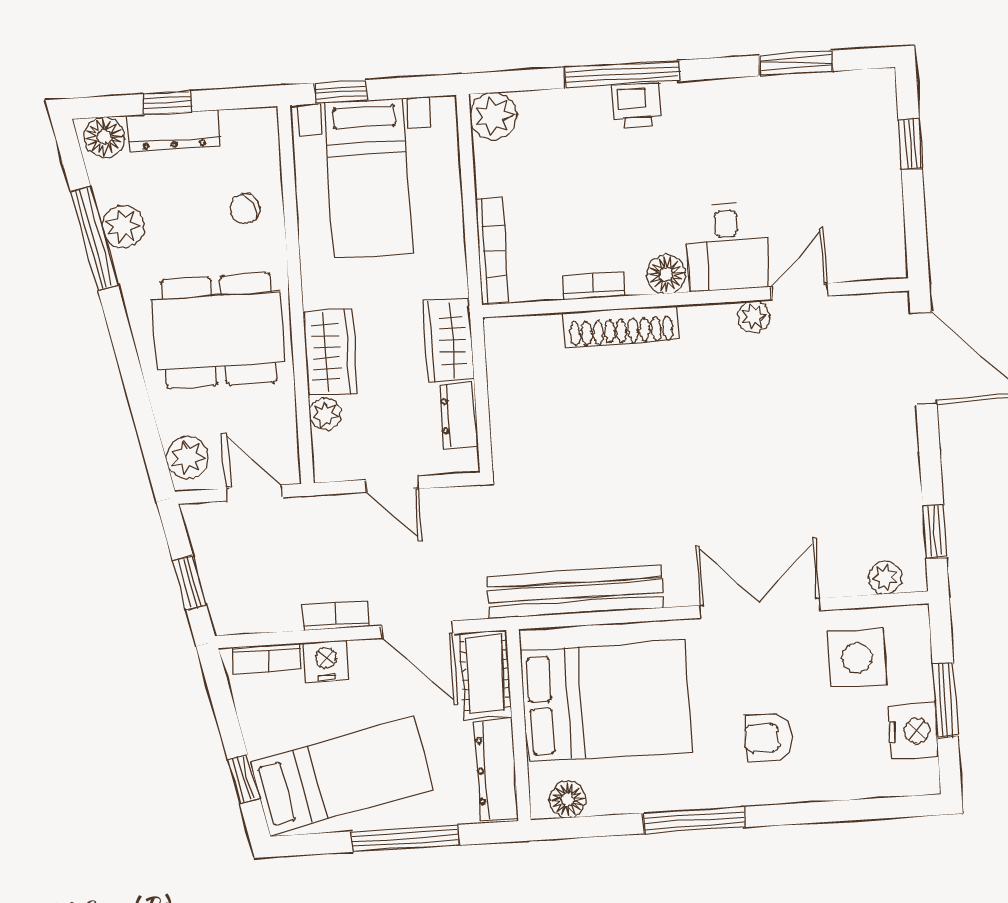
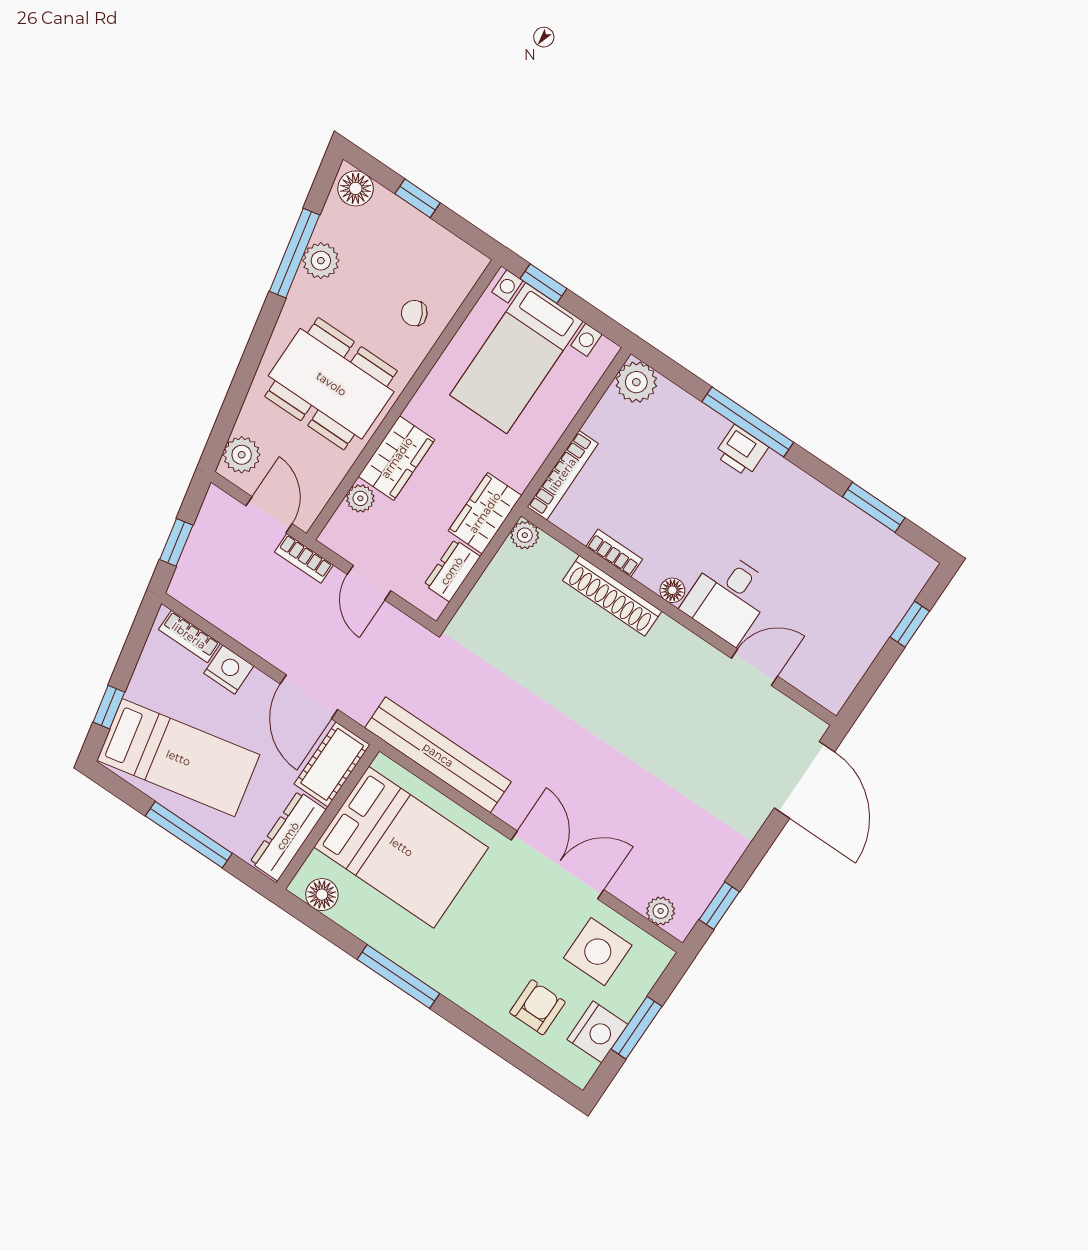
dresser: (173, 131) -> (407, 221), removed
floor lamp: (666, 274) -> (672, 590), width x0.73, depth x0.73
plant: (754, 316) -> (525, 535), moved
bookcase: (335, 616) -> (304, 558), moved, turned 180
armchair: (769, 738) -> (537, 1007), moved, turned 90

